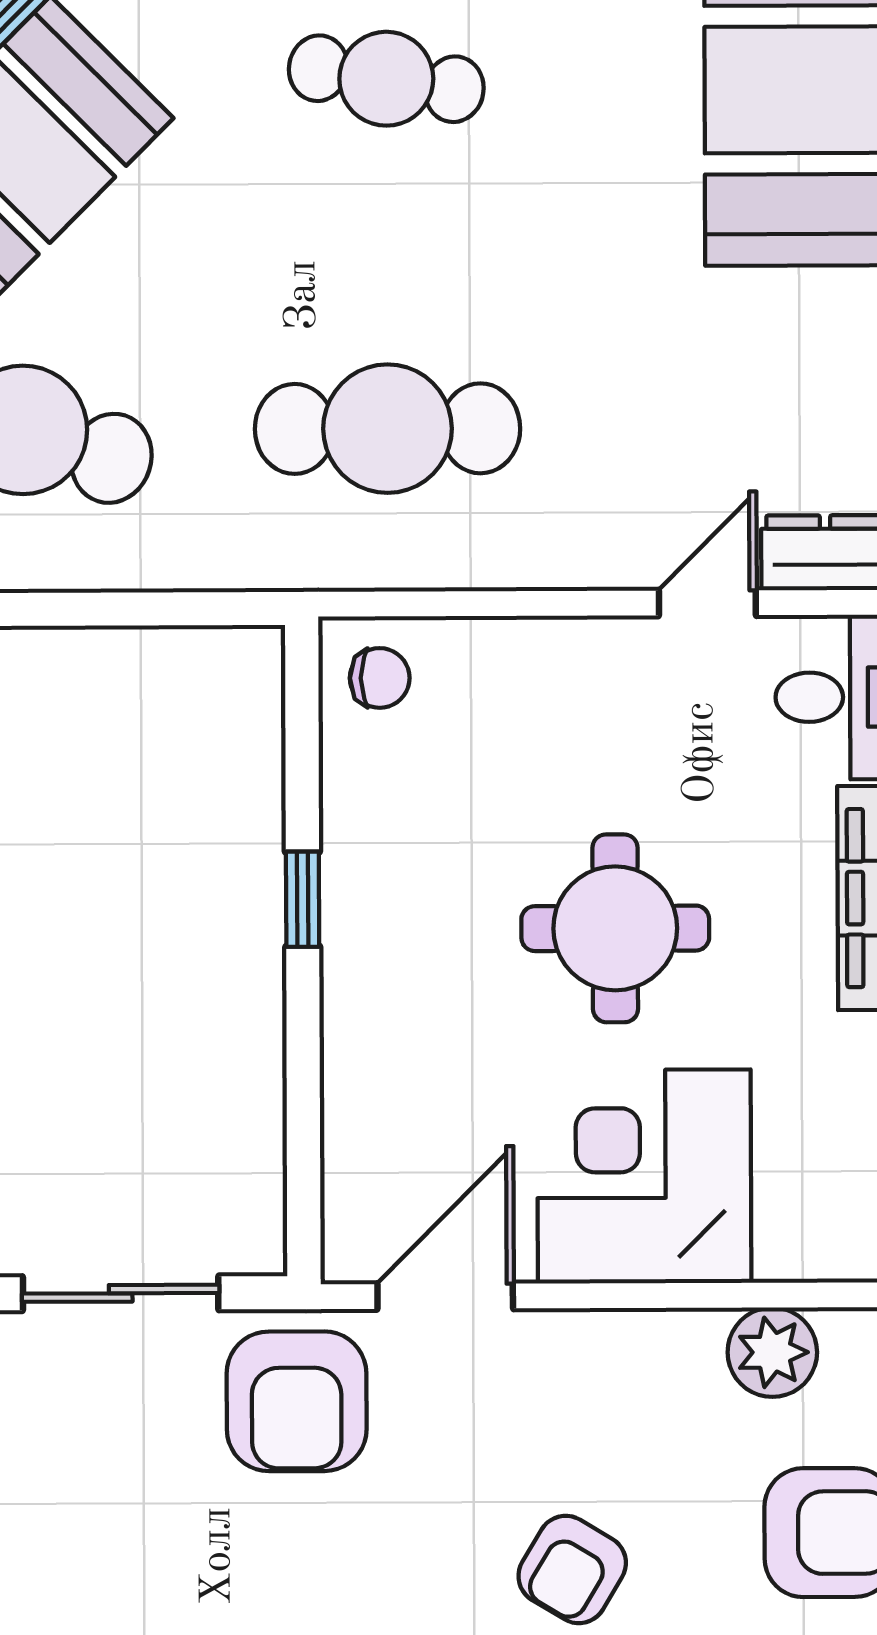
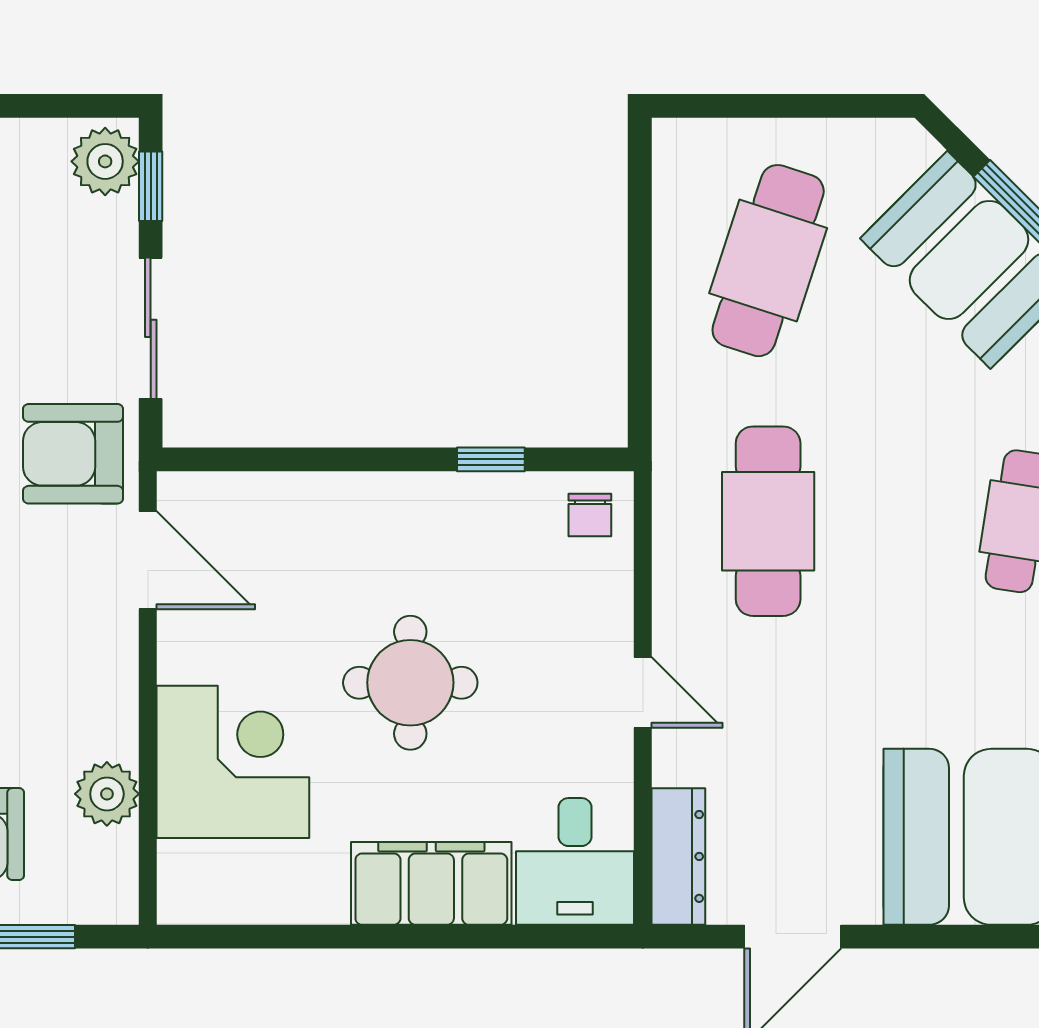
door: (707, 603) -> (643, 693), moved
window: (303, 899) -> (491, 459), moved
corner desk: (644, 1176) -> (233, 762), moved

